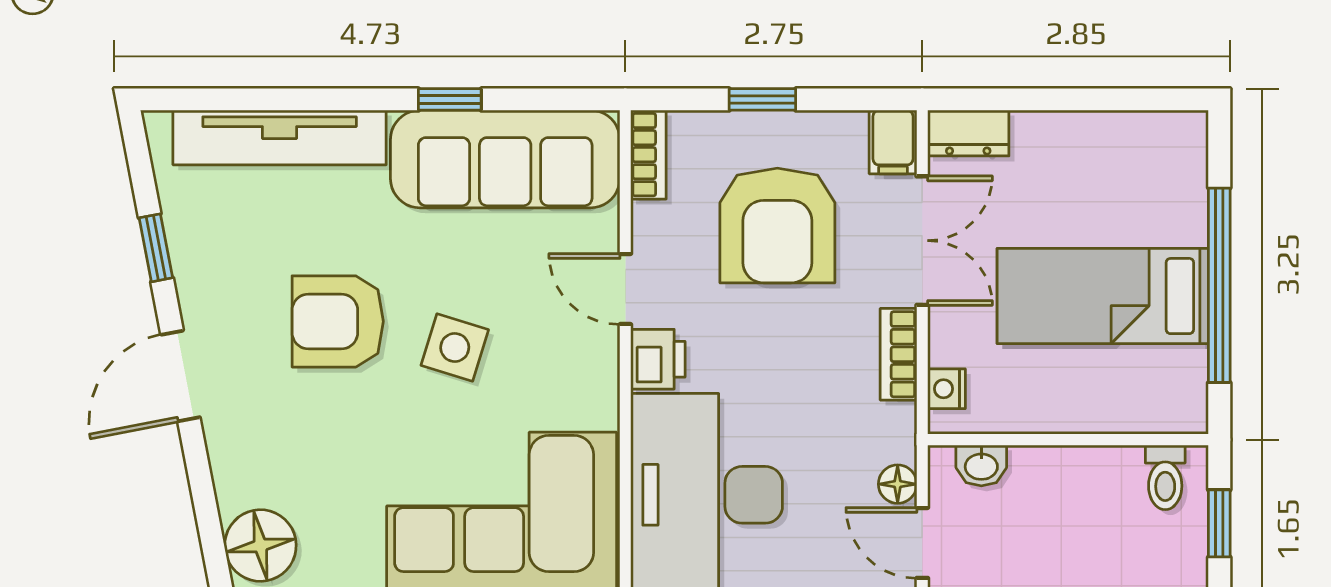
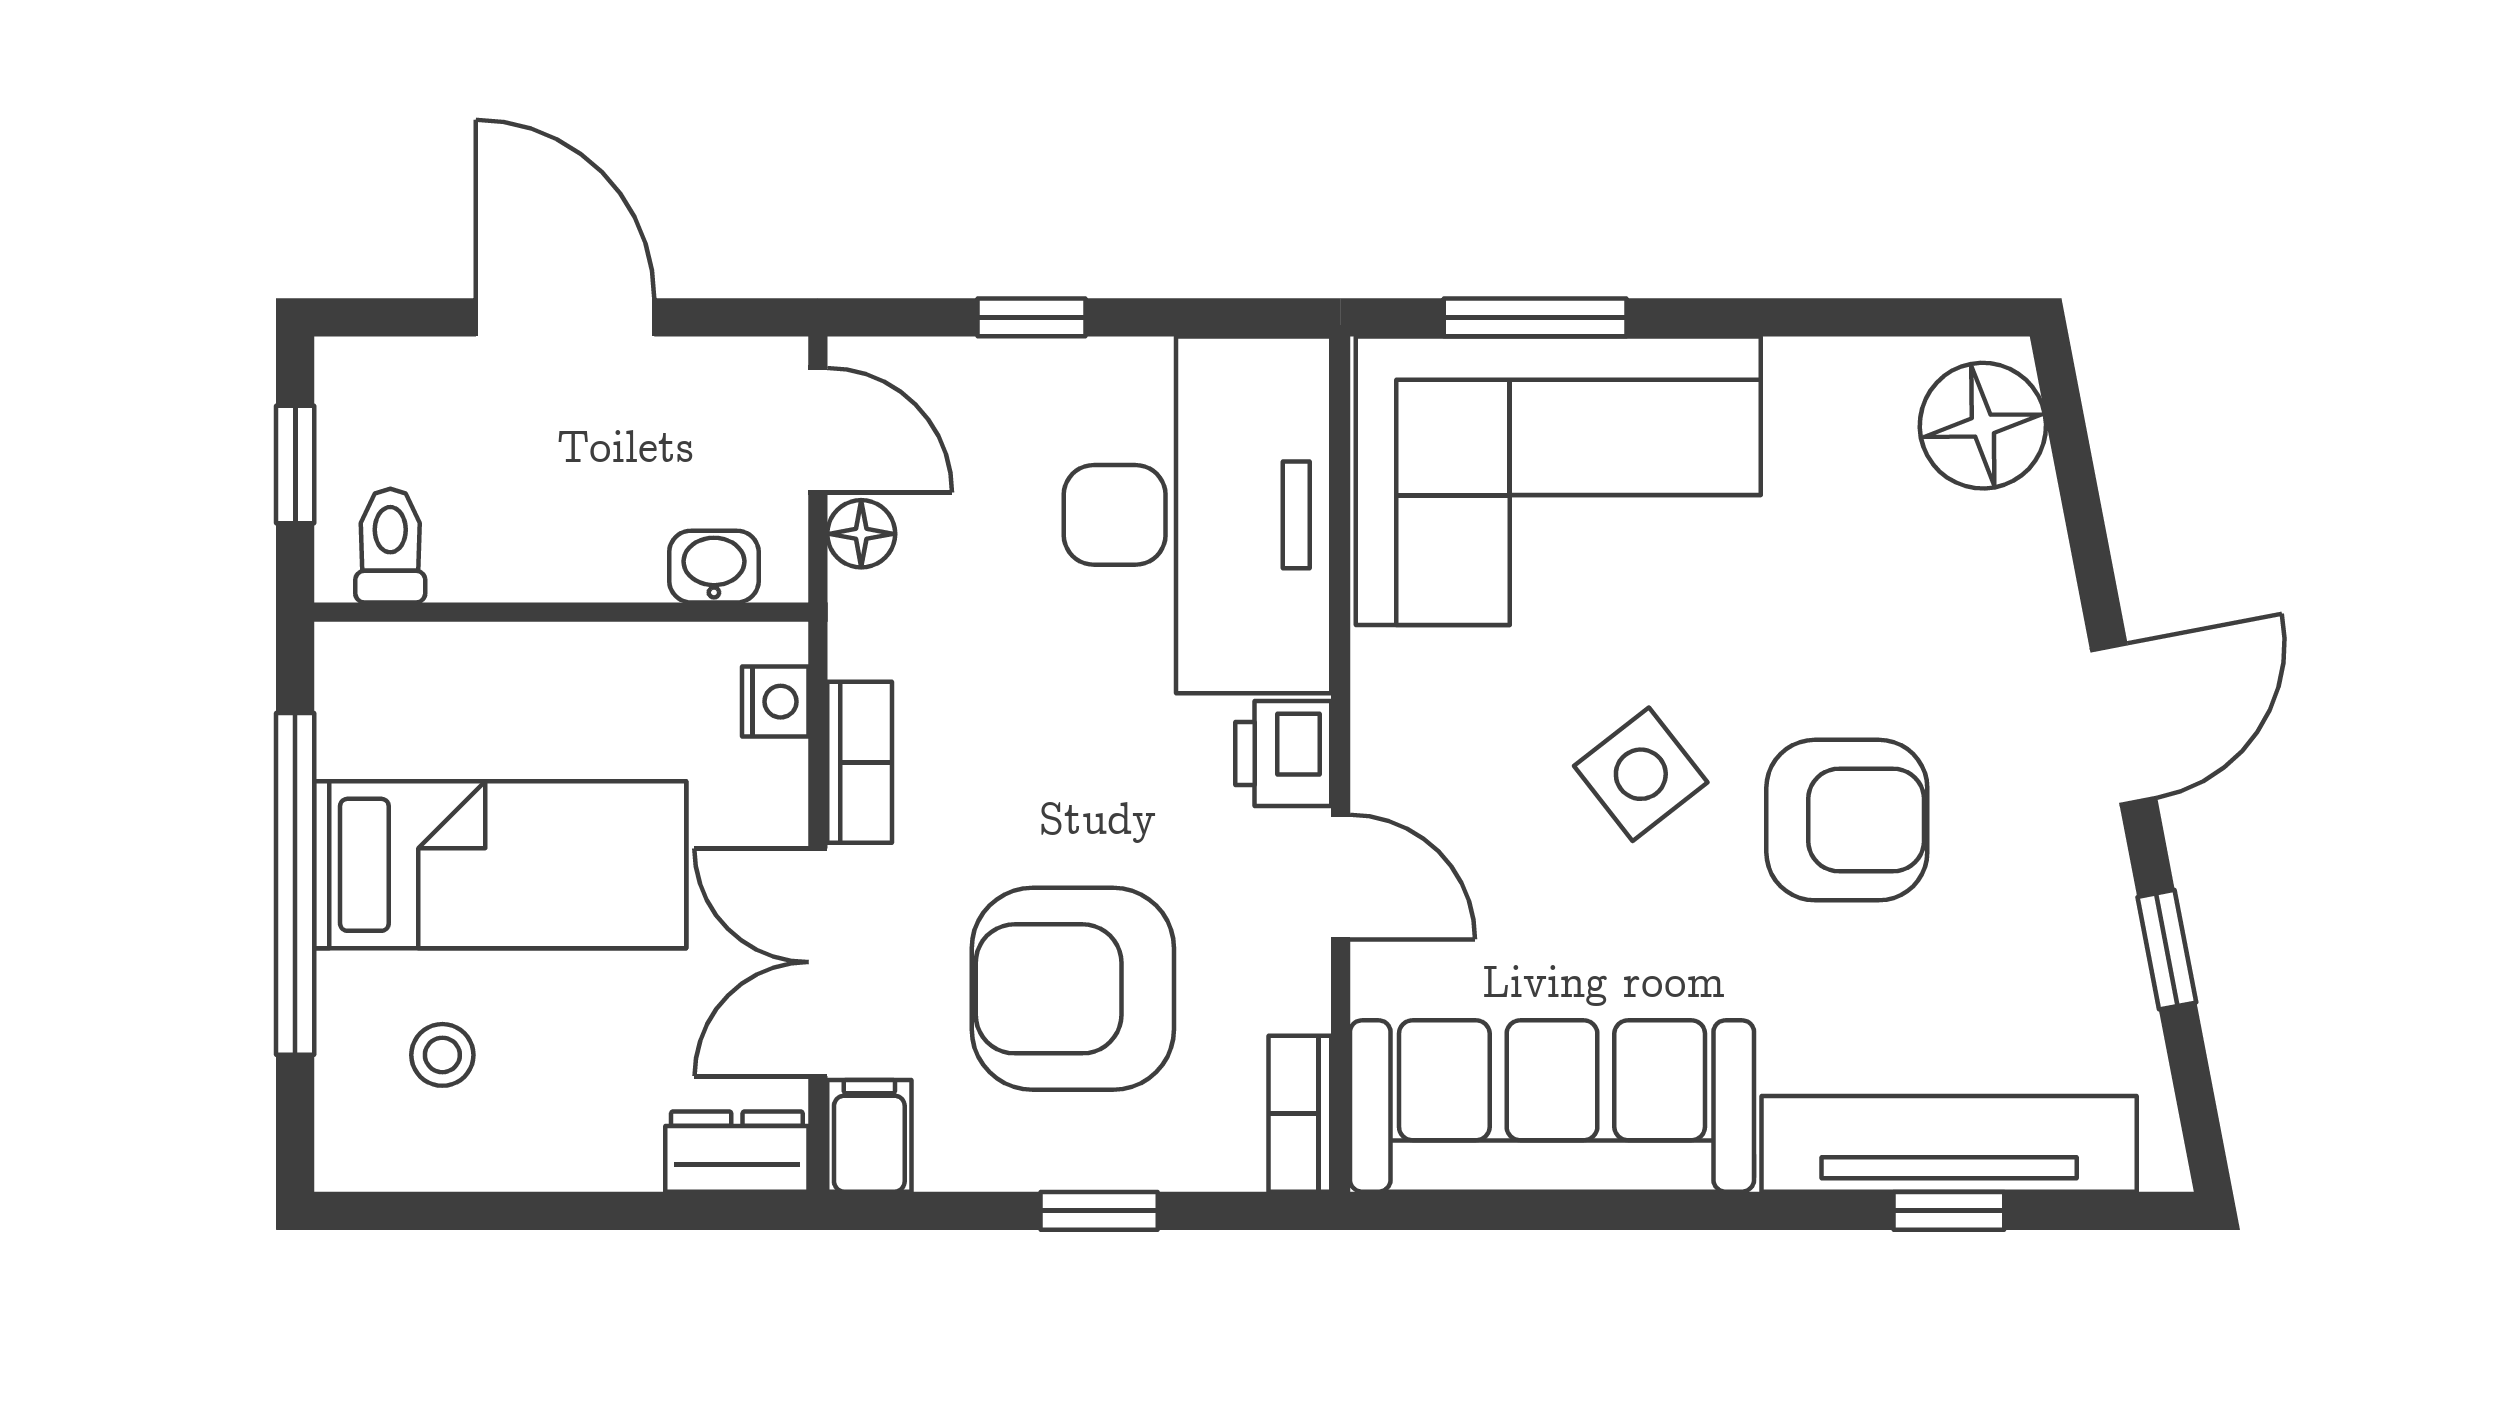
window: (450, 99) -> (1949, 1211), moved
stool: (1136, 188) -> (442, 1055), added
armchair: (777, 226) -> (1073, 989), turned -90
side table: (455, 347) -> (1641, 774), turned 35

